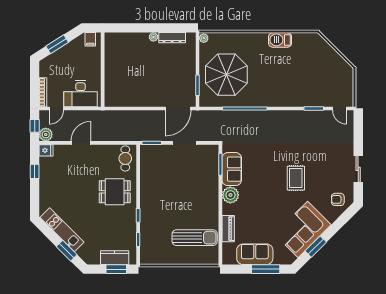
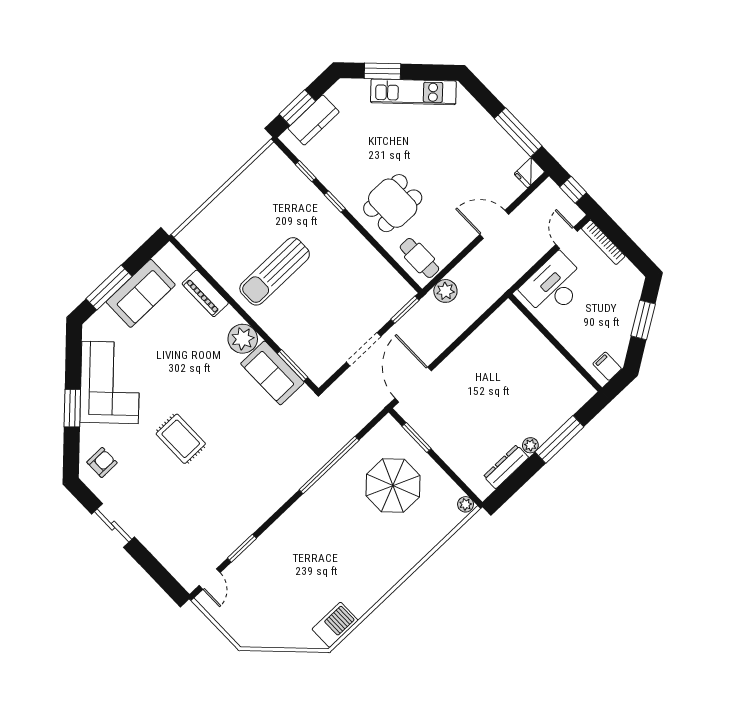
window: (139, 28) -> (559, 439), added
barbecue: (280, 40) -> (335, 625), moved
parasol: (226, 75) -> (393, 486), width x0.73, depth x0.73
door: (339, 108) -> (210, 579), swing flipped
plant: (46, 134) -> (445, 291), moved
door: (81, 143) -> (494, 224), swing flipped
window: (35, 171) -> (518, 132), width x2.17
sun lounger: (195, 238) -> (275, 271), moved
window: (316, 247) -> (72, 408), moved

